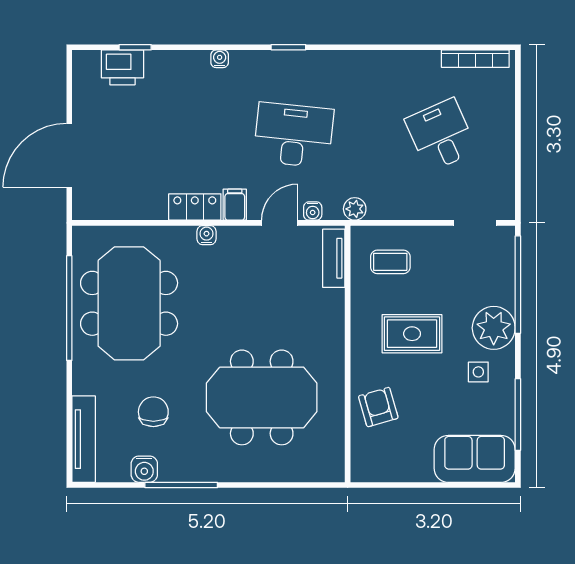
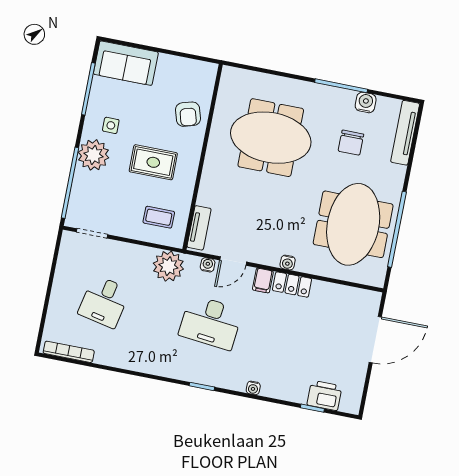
desk: (441, 135) -> (104, 302), turned 36
plant: (355, 209) -> (168, 266), width x1.87, depth x1.87

